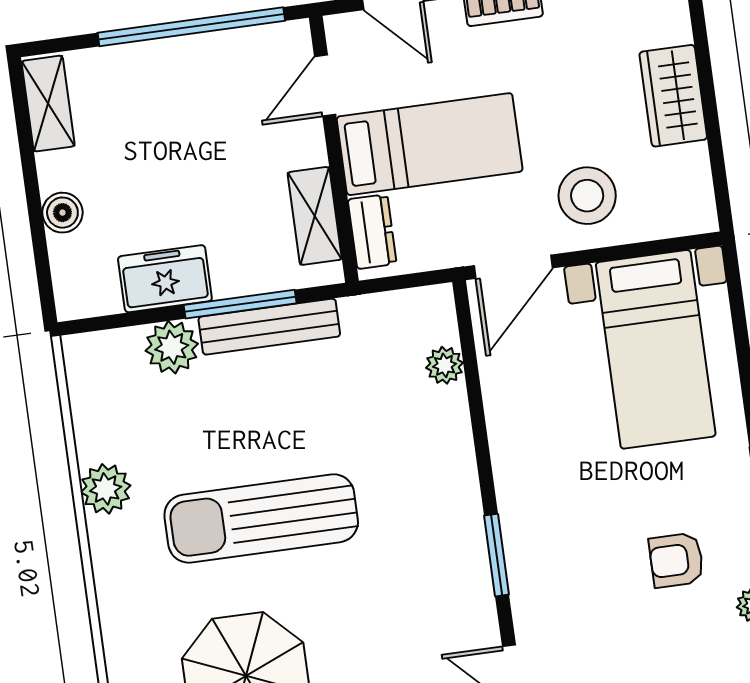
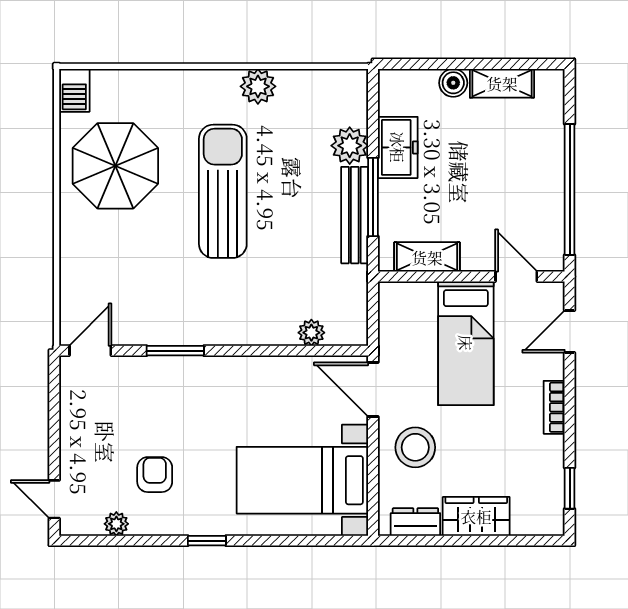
shelving: (48, 104) -> (502, 83), moved
dresser: (372, 232) -> (415, 522), moved, turned 180

